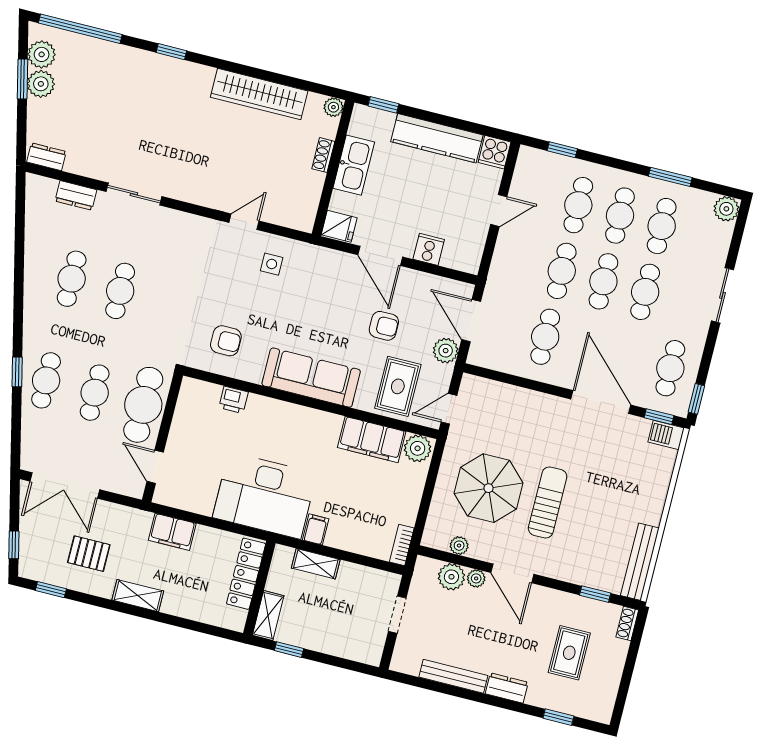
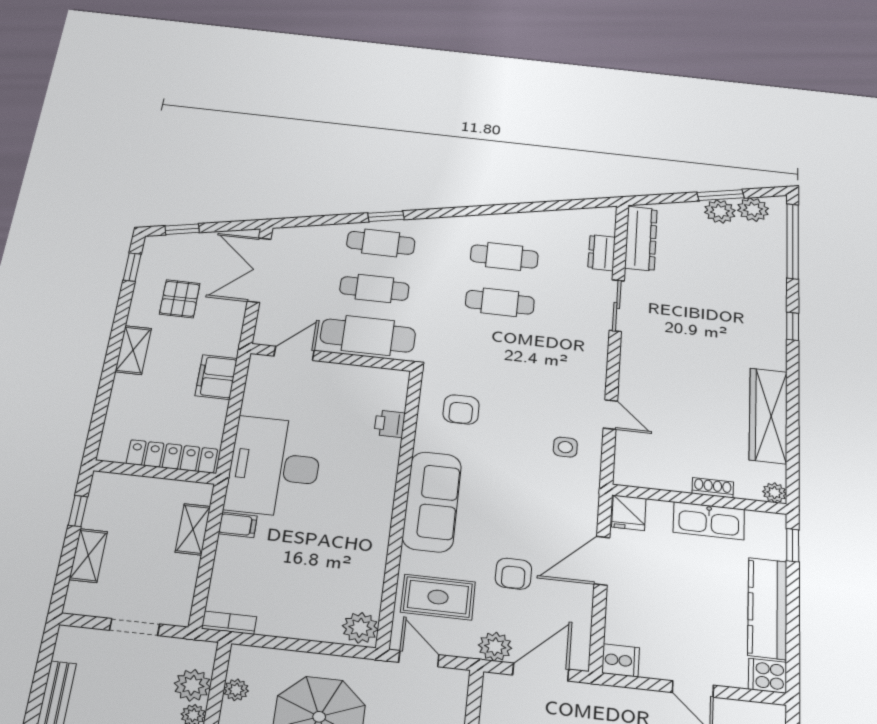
dresser: (47, 157) -> (641, 238), width x1.96, depth x1.24
cooker: (429, 249) -> (621, 660), moved
filing cabinet: (372, 440) -> (364, 575), removed
shelving: (268, 615) -> (88, 556), moved, turned 90

